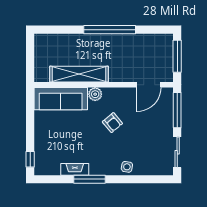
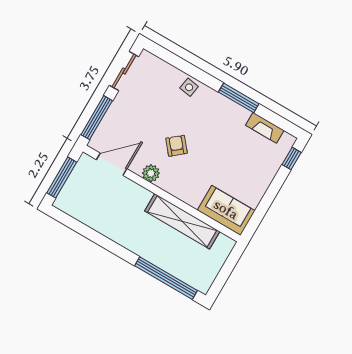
window: (110, 30) -> (166, 278), moved
plant: (95, 94) -> (151, 173), moved
sofa: (61, 99) -> (226, 210), width x0.73
fireplace: (75, 169) -> (265, 128), moved

